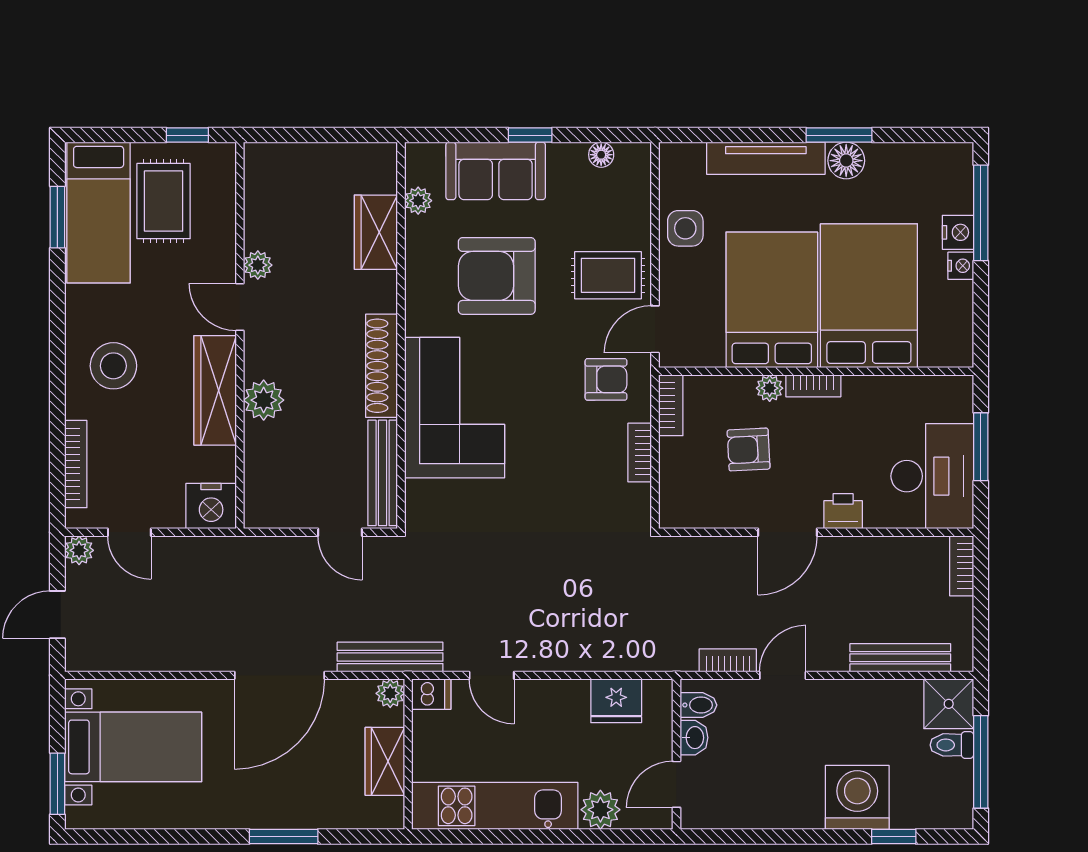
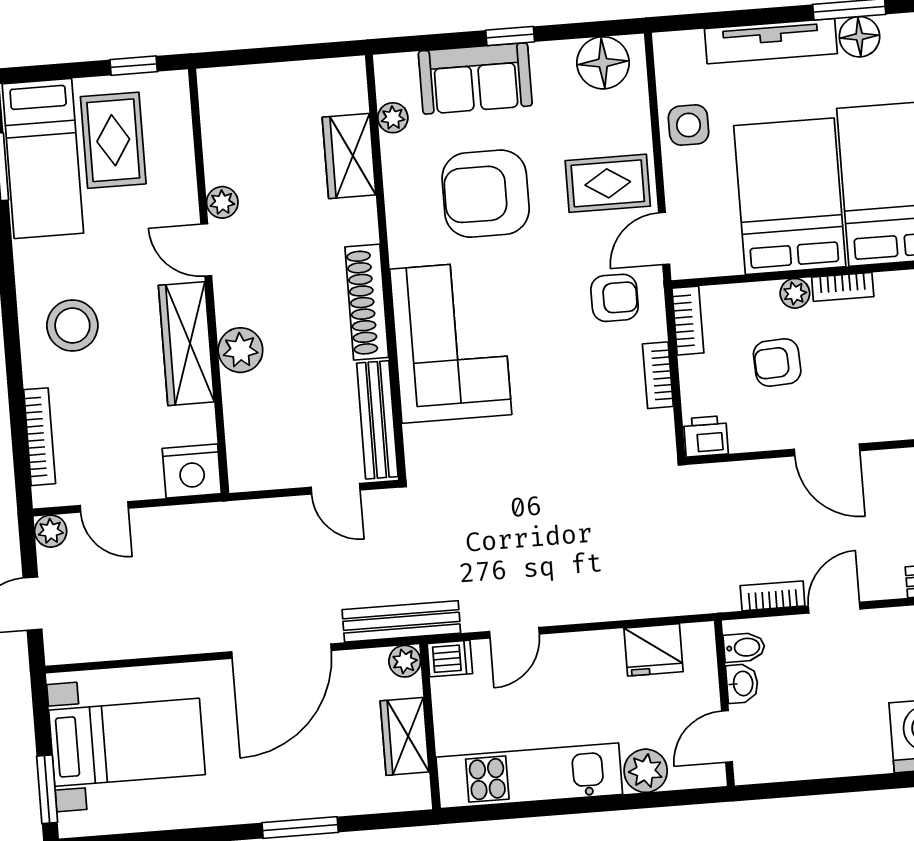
floor lamp: (601, 155) -> (603, 63), width x1.89, depth x1.89
printer: (843, 511) -> (706, 436), moved
door: (787, 532) -> (827, 450), hinge flipped
door: (492, 675) -> (514, 633), hinge flipped

